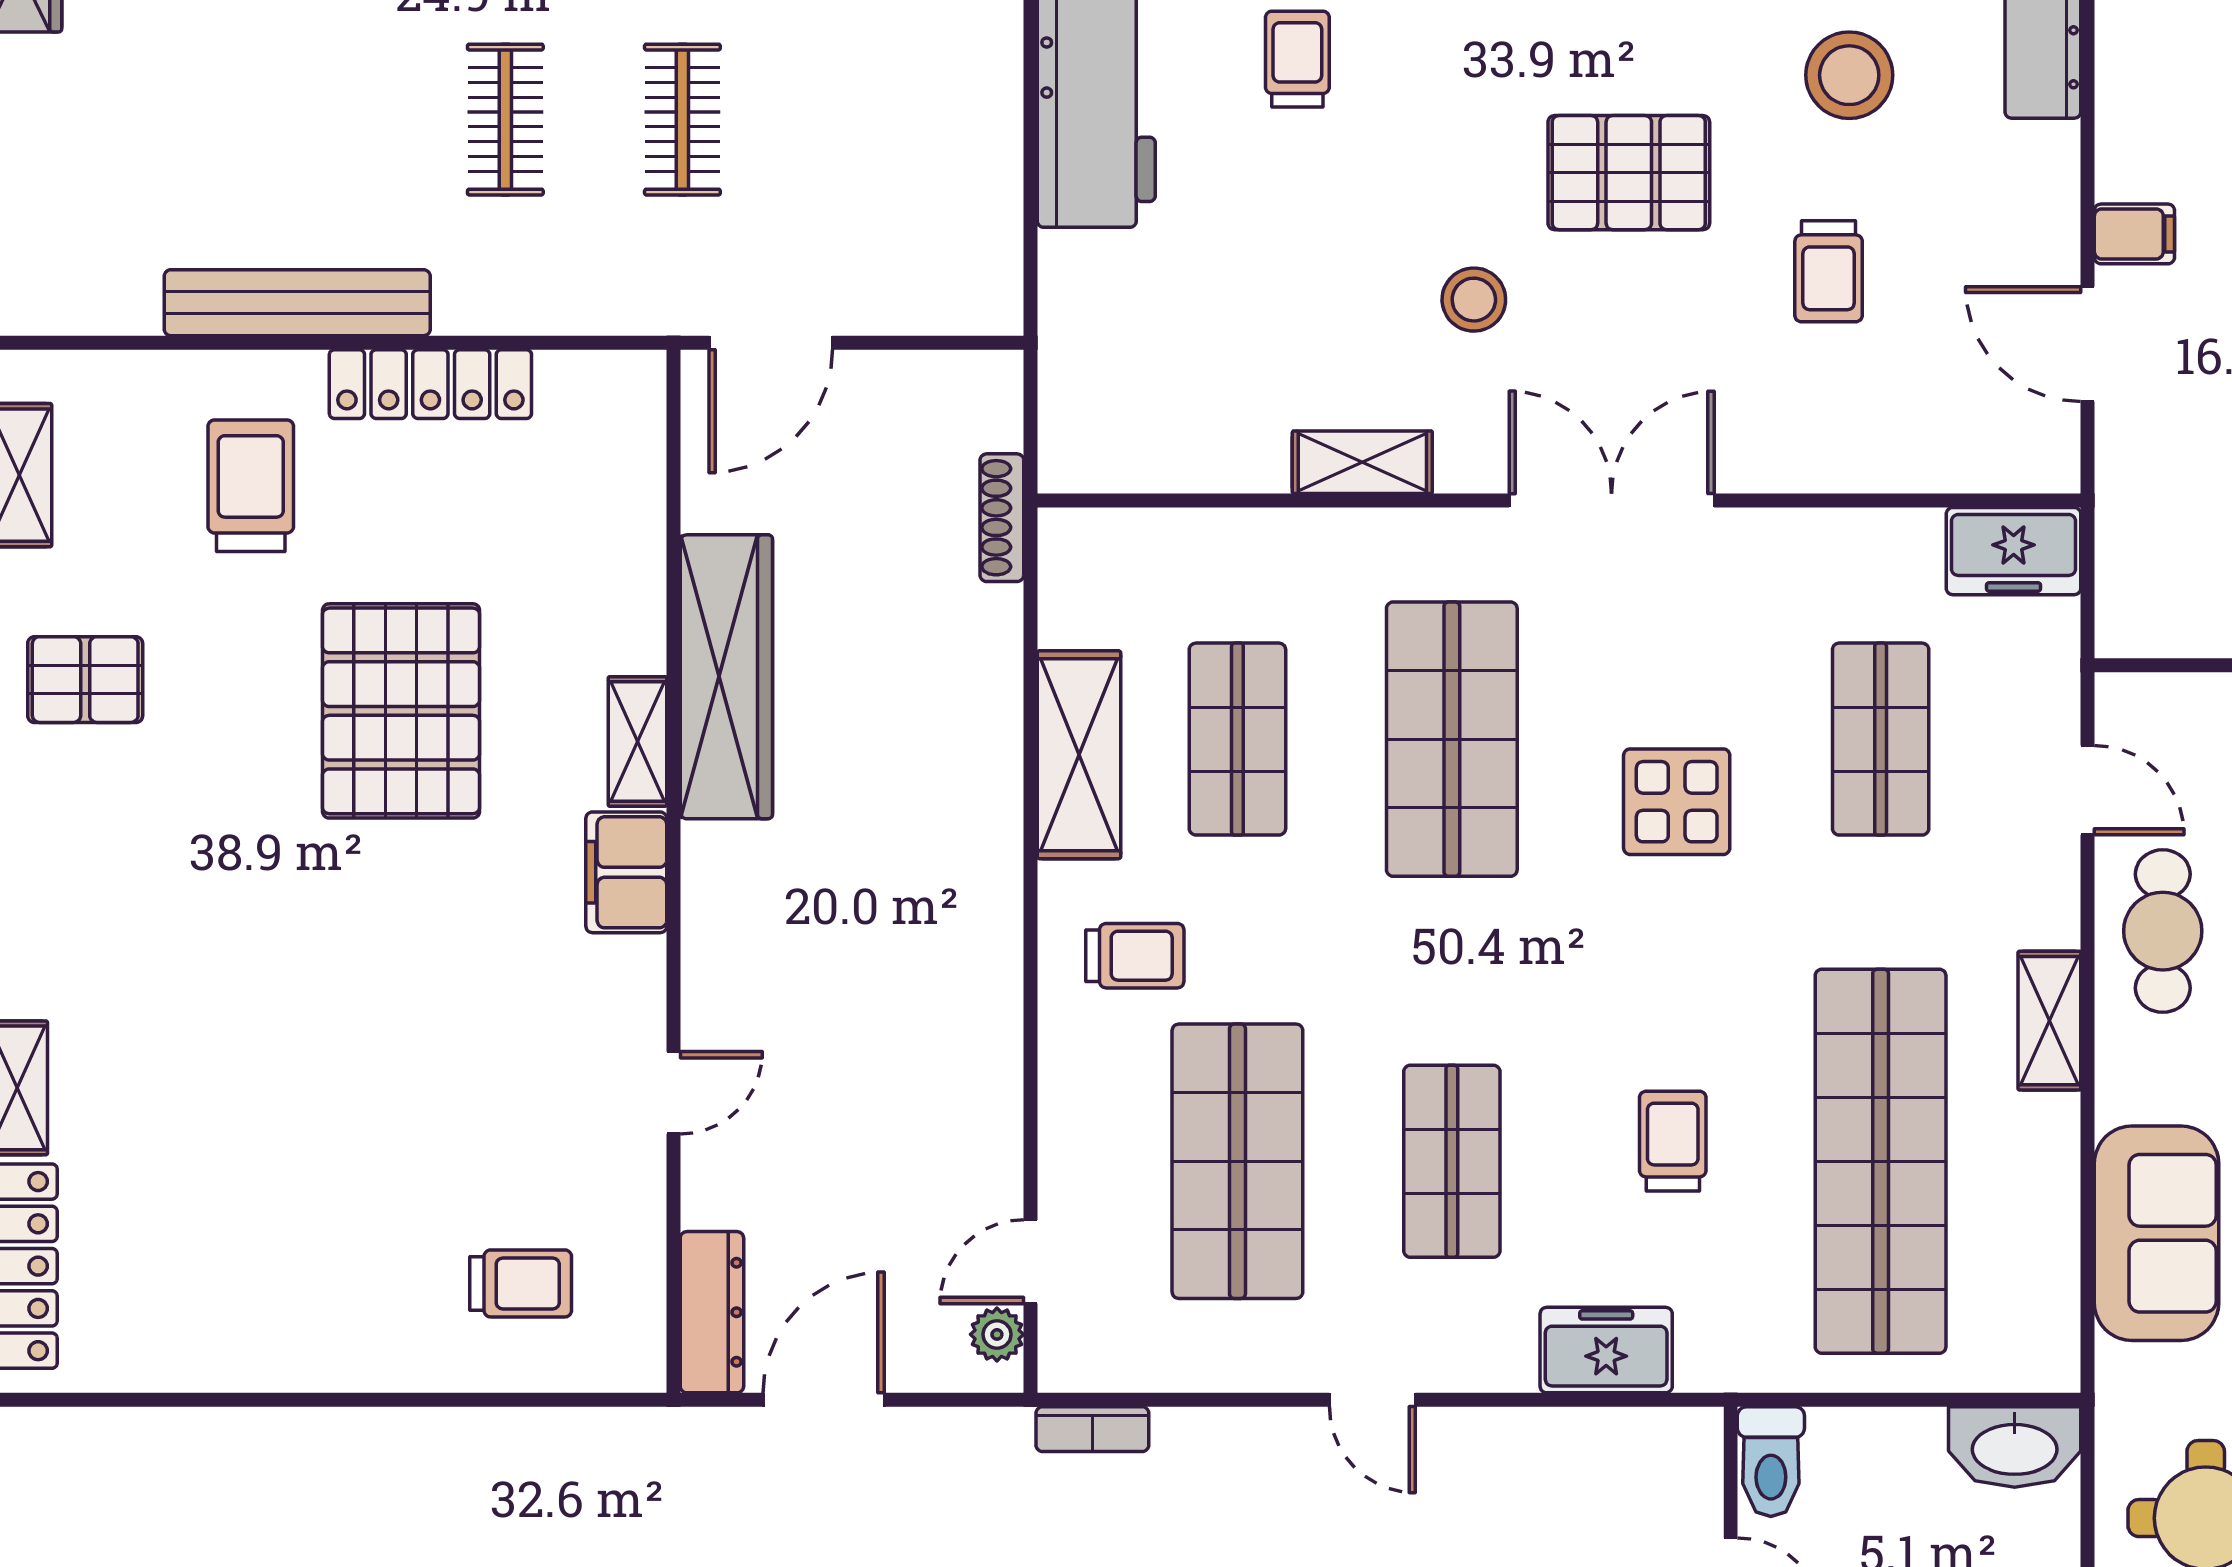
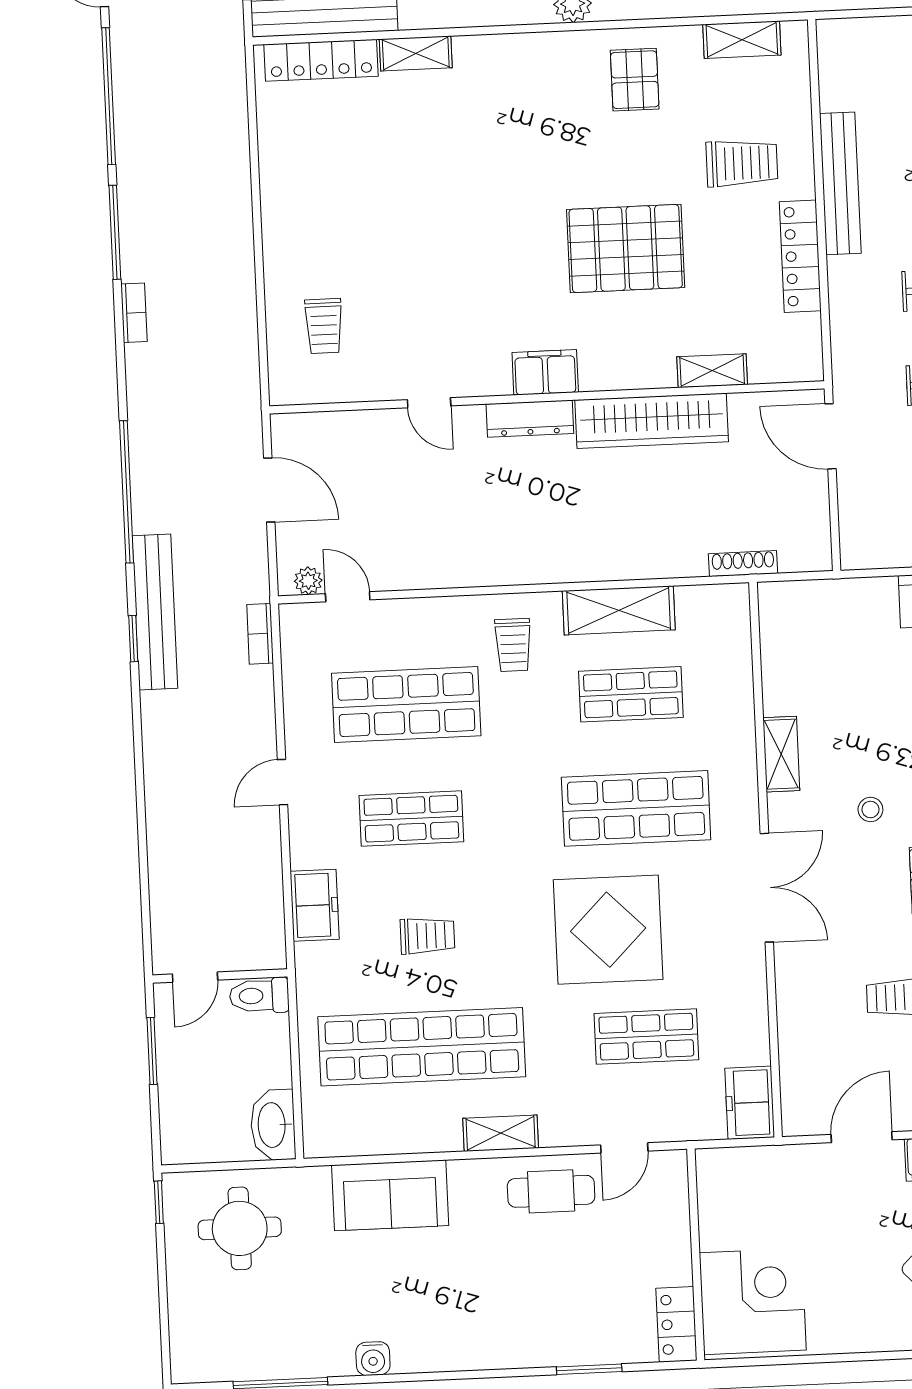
stool: (1474, 300) -> (870, 809), width x0.73, depth x0.73
shelving: (637, 741) -> (712, 371), moved
display table: (1677, 802) -> (608, 930), width x1.86, depth x1.86
dresser: (712, 1312) -> (530, 419), moved

